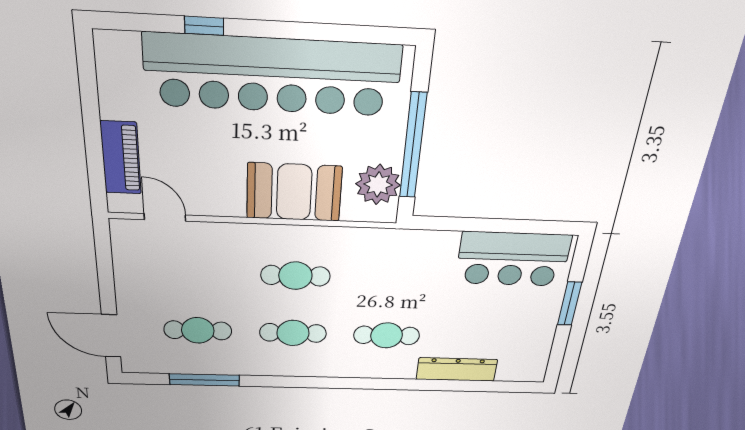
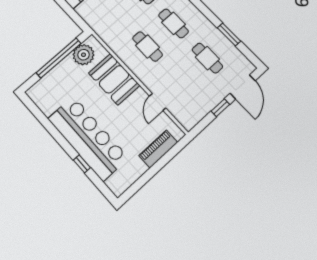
bar counter: (273, 75) -> (88, 138), width x0.73
door: (165, 217) -> (158, 102), moved
window: (107, 287) -> (220, 108), added
window: (204, 380) -> (229, 34), width x0.69

